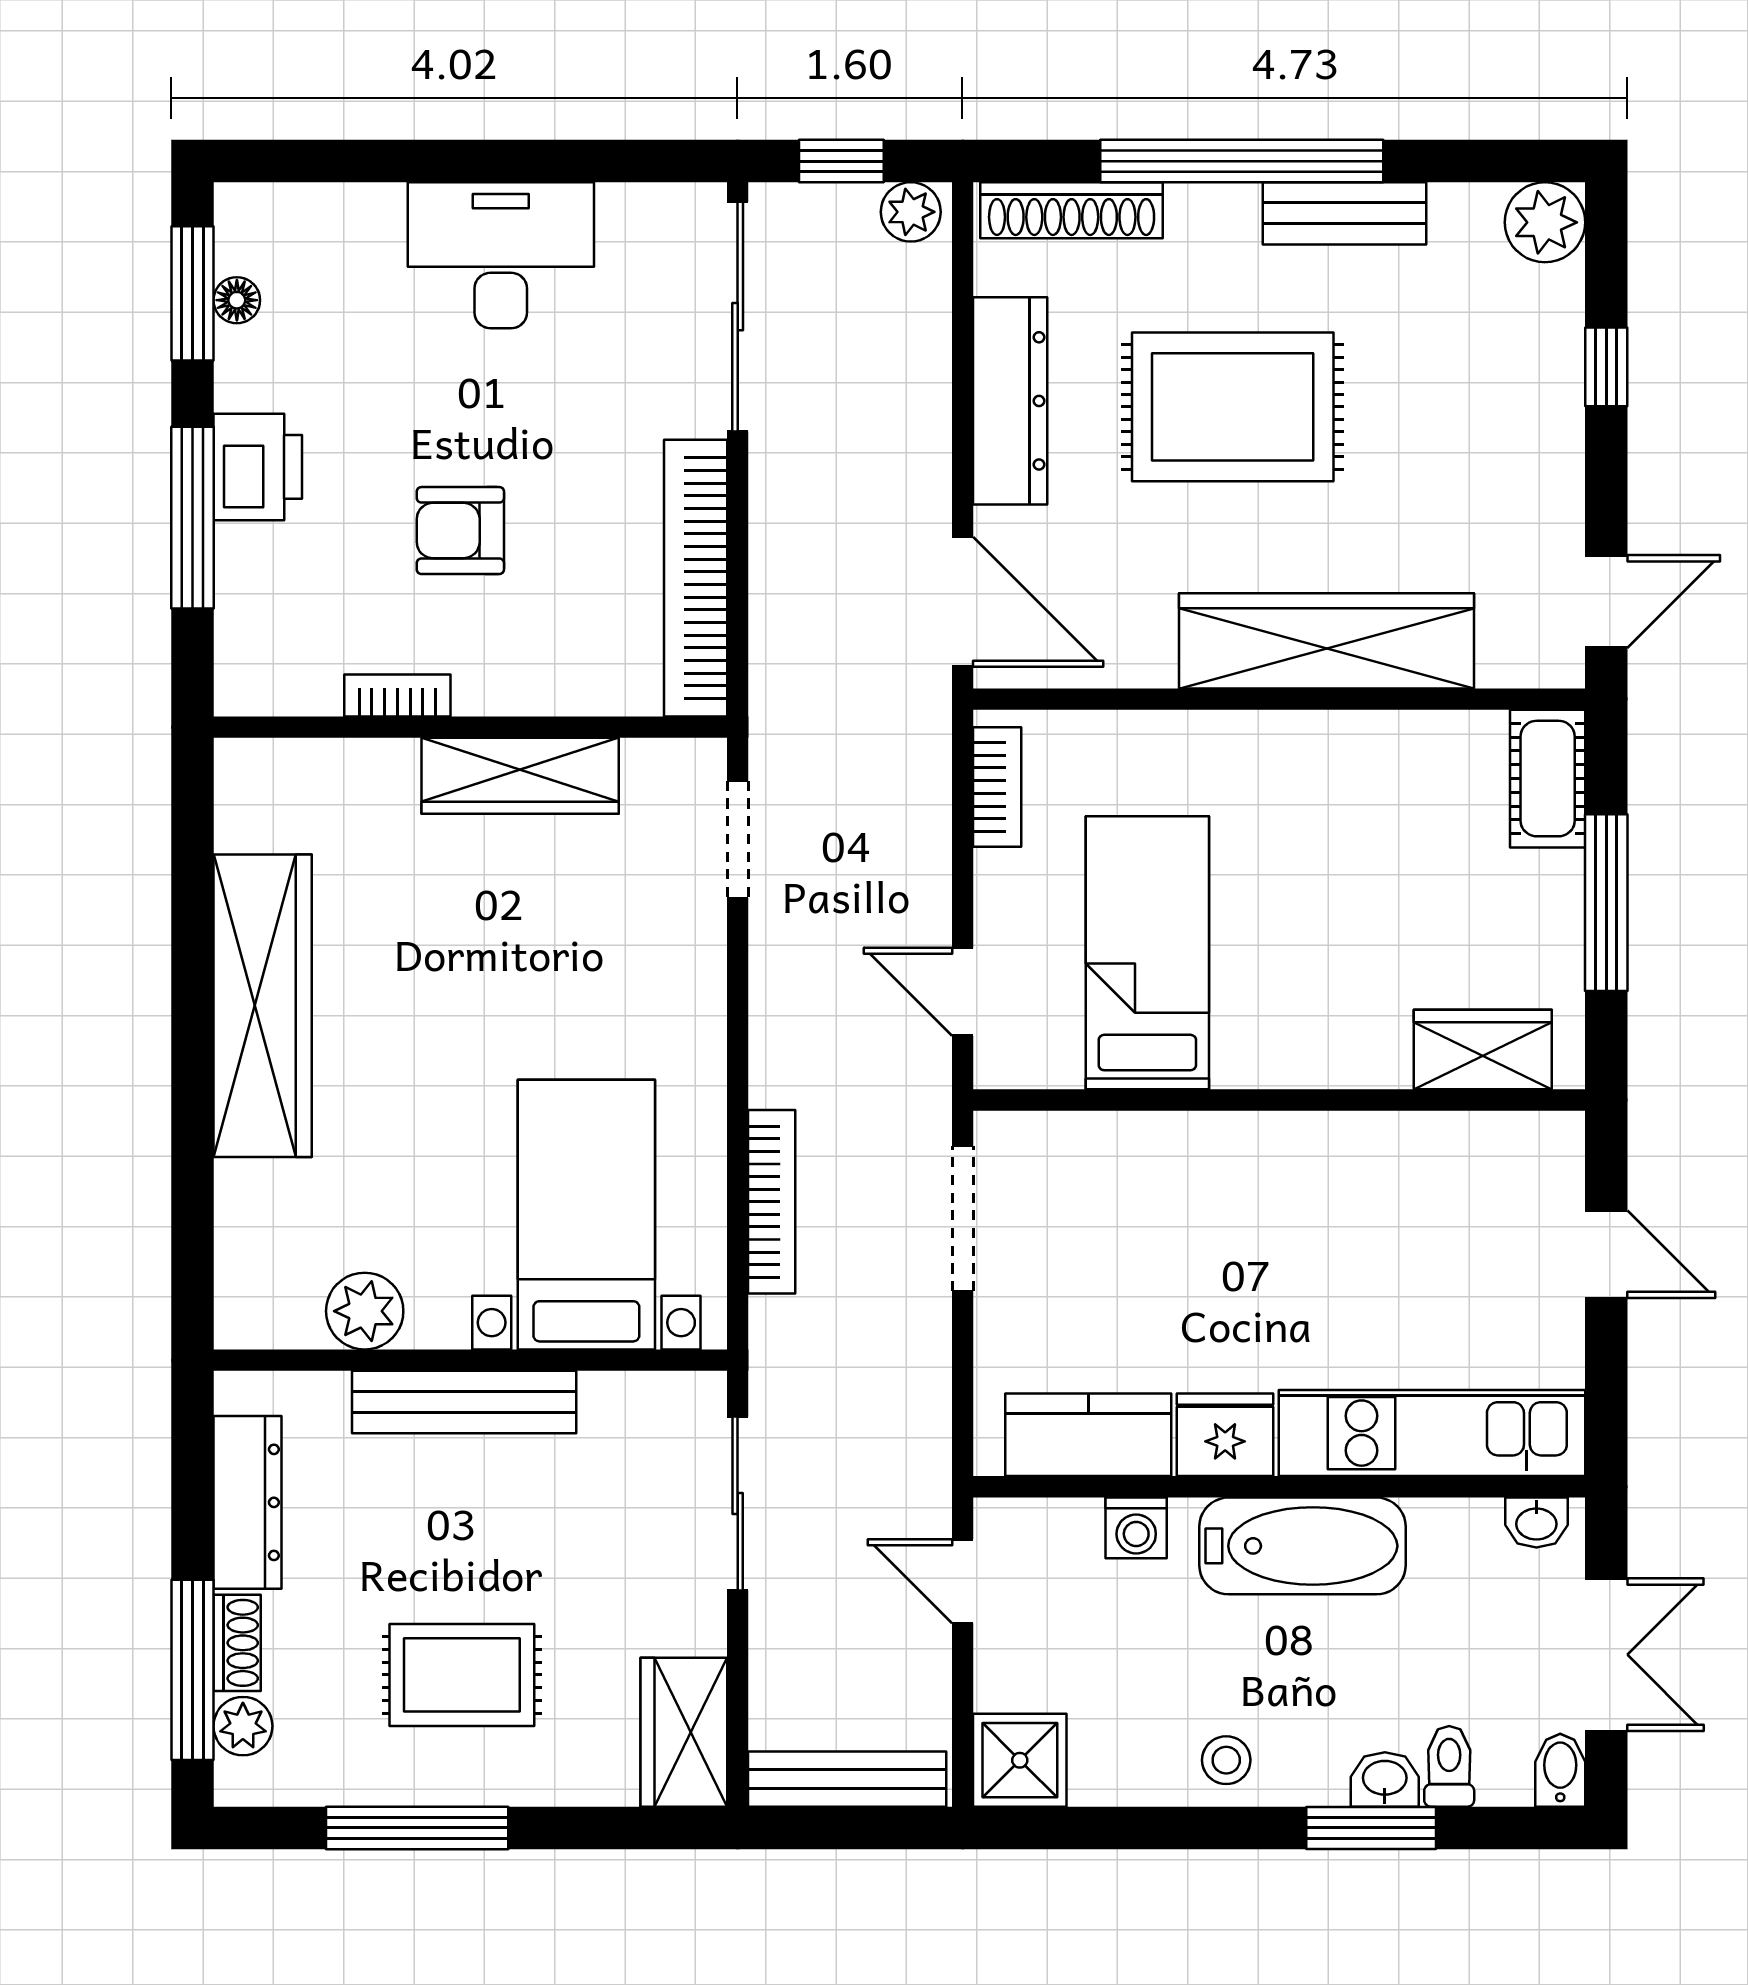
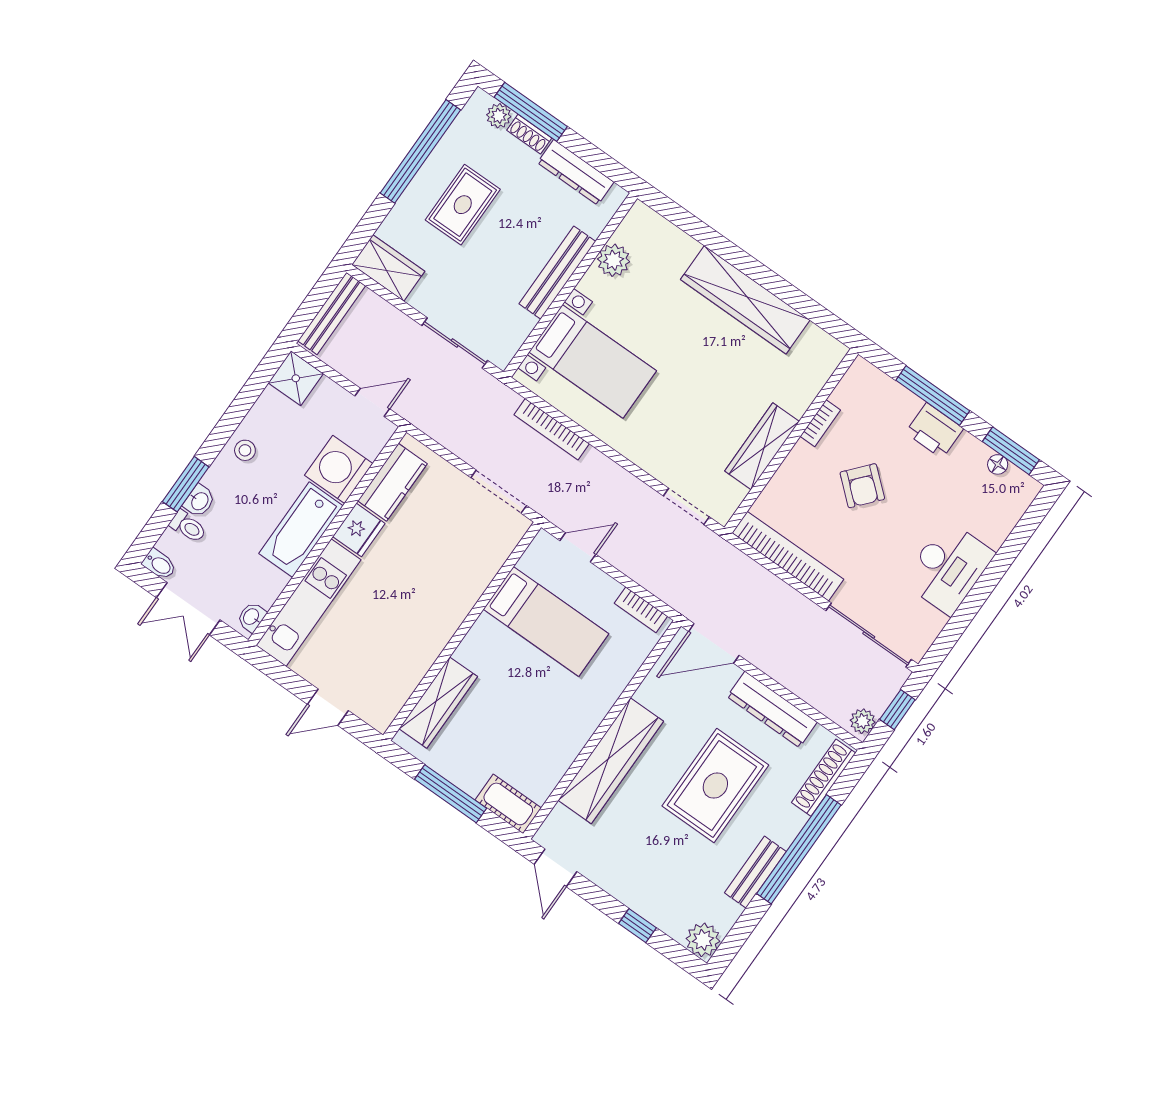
armchair: (460, 531) -> (862, 486), turned 131
wardrobe: (1483, 1049) -> (438, 703), width x1.50
washing machine: (1136, 1528) -> (339, 469), width x1.89, depth x1.89
window: (417, 1828) -> (420, 151), width x1.46

